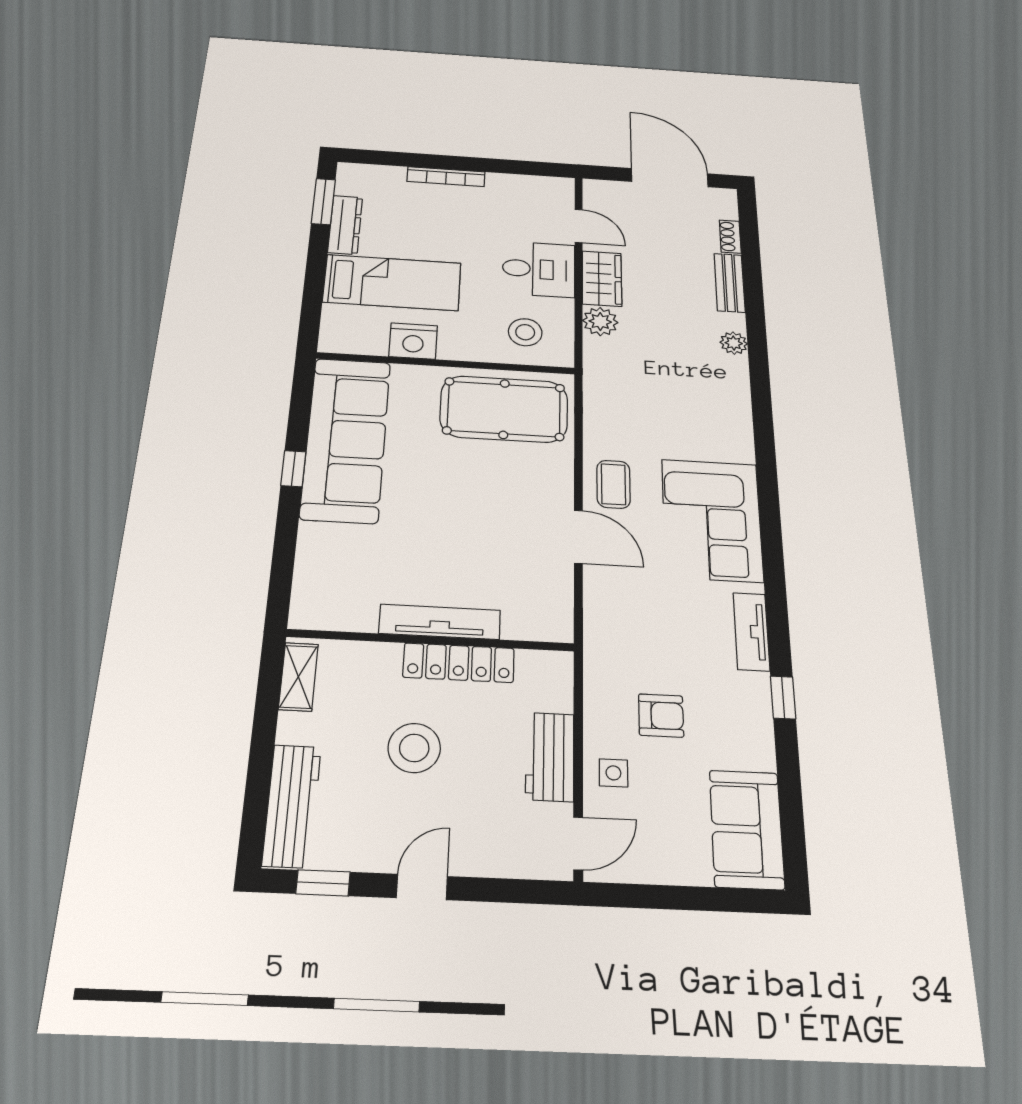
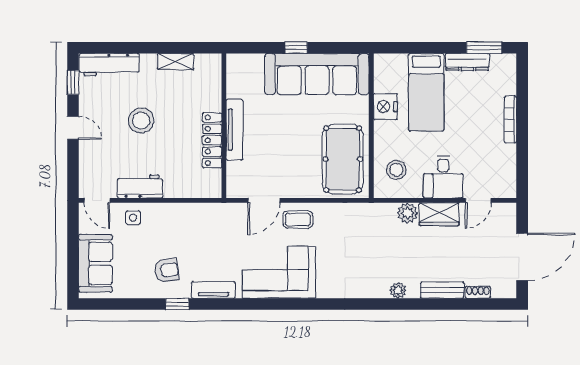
tv unit: (440, 622) -> (234, 130), moved
wall: (431, 640) -> (224, 126), moved
locker: (459, 663) -> (212, 140), moved
armchair: (661, 716) -> (167, 270), moved, turned -98
sofa: (747, 829) -> (95, 263), moved, turned 90

